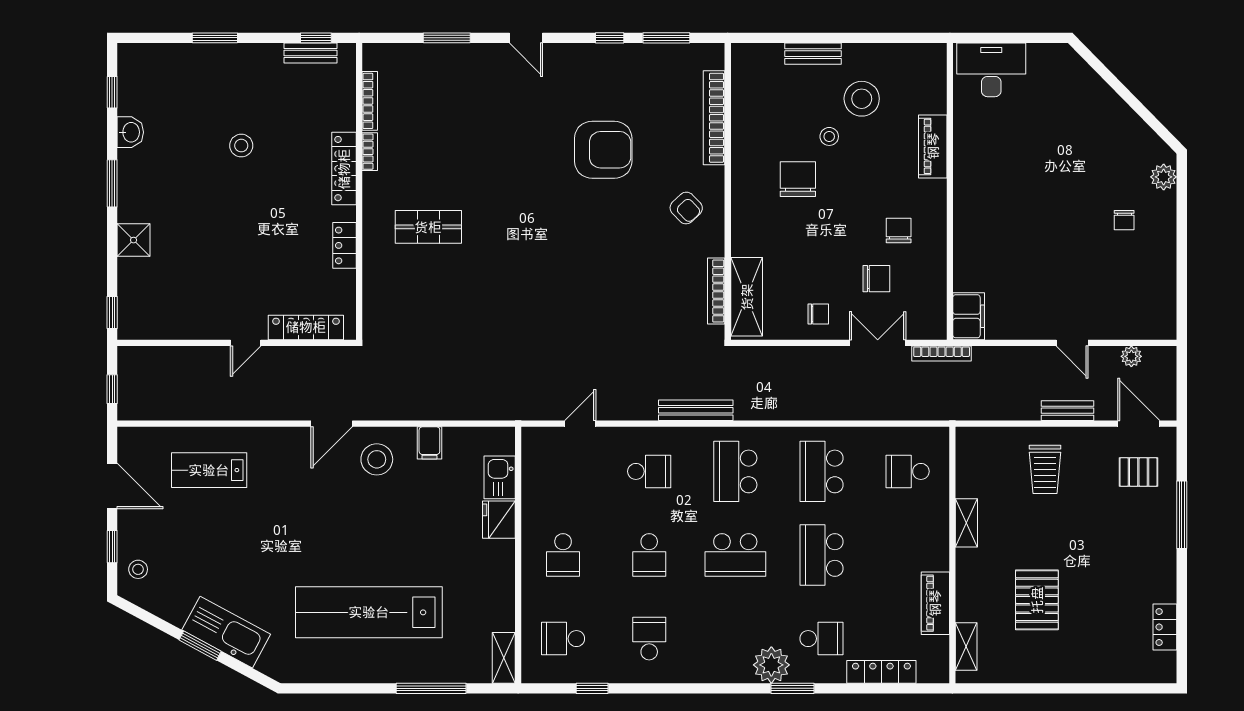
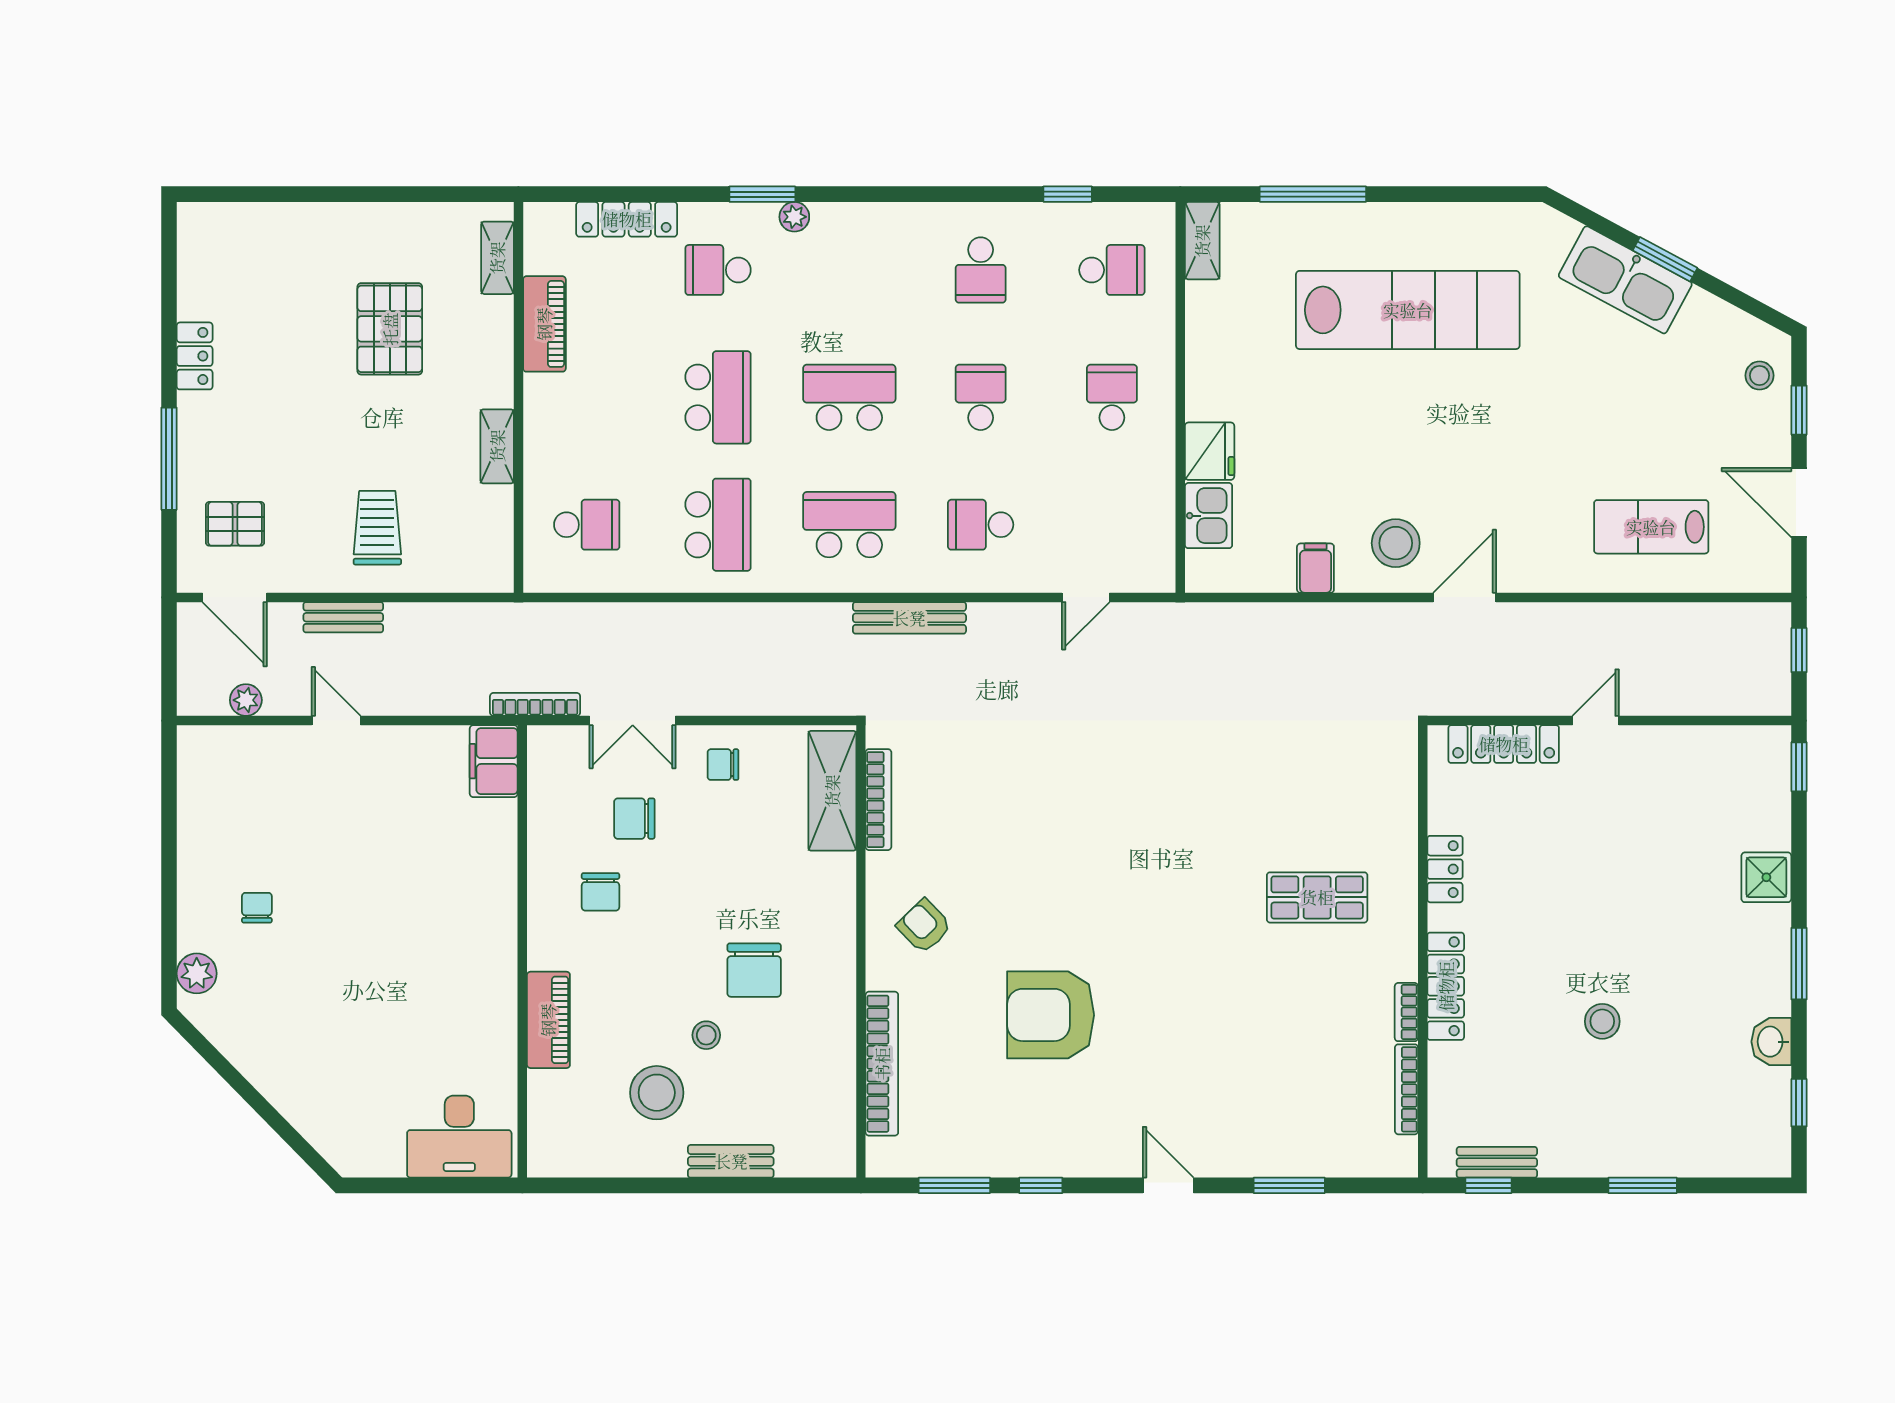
lab bench: (209, 470) -> (1651, 527), turned 180
school desk: (735, 471) -> (849, 525), turned -90
locker: (1165, 627) -> (195, 356), moved
plant: (771, 665) -> (794, 217), width x0.53, depth x0.53

